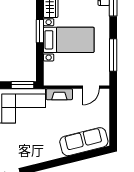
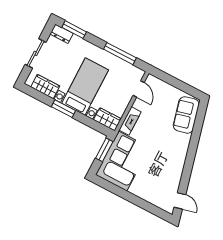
wardrobe: (50, 74) -> (107, 119), added
sofa: (84, 142) -> (186, 115), width x0.73

